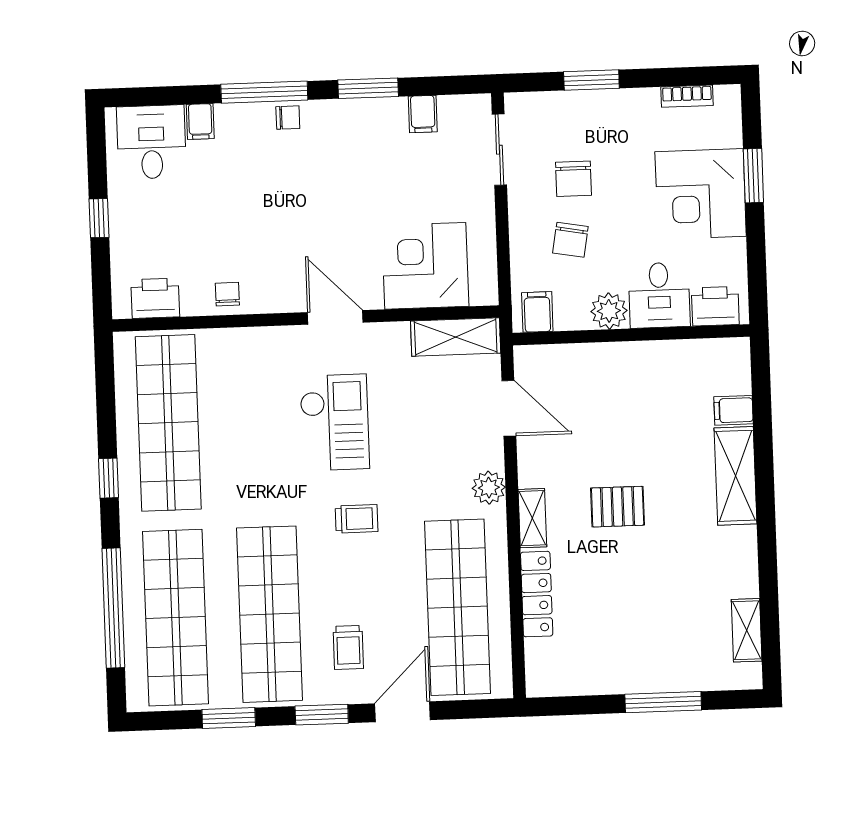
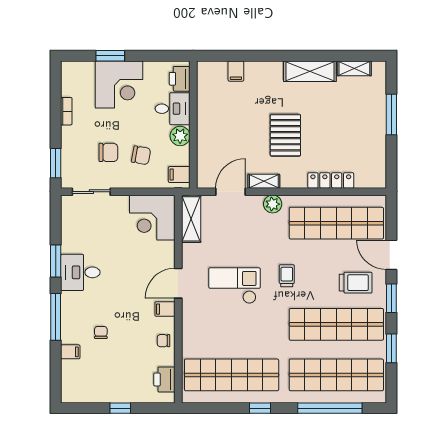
window: (591, 80) -> (56, 163), moved
bookcase: (687, 96) -> (66, 111), moved
filing cabinet: (423, 114) -> (165, 309), moved, turned 180
chair: (288, 118) -> (101, 333), moved
desk: (151, 142) -> (80, 272), moved
corner desk: (425, 266) -> (152, 218), moved
shelving: (735, 476) -> (310, 71), moved
pallet: (618, 507) -> (285, 135), width x1.50, depth x1.42
shelving: (532, 518) -> (264, 181), moved
trolley: (348, 647) -> (356, 283), width x1.36, depth x1.39

